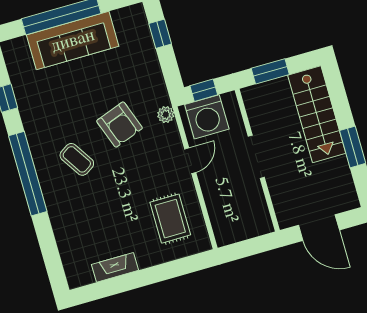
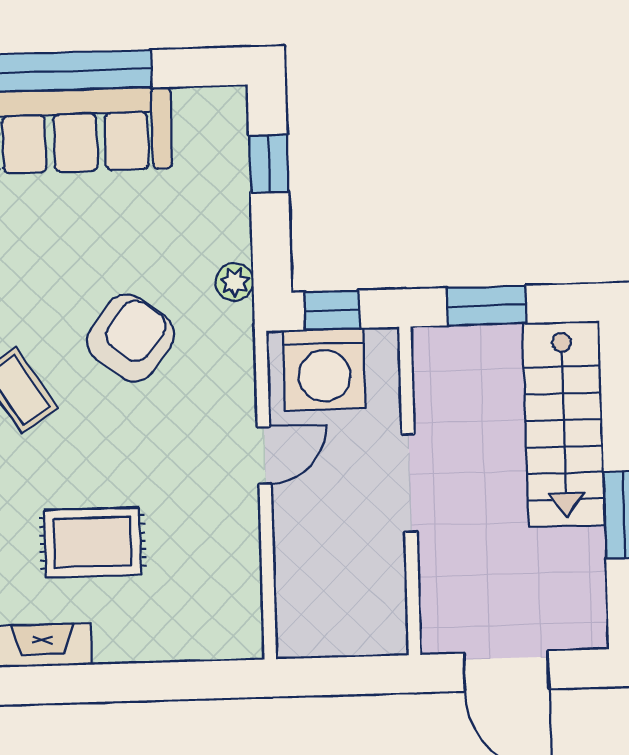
plant: (166, 115) -> (235, 282), moved
armchair: (119, 125) -> (131, 338), turned -123
rug: (170, 219) -> (93, 542), moved, turned 90

